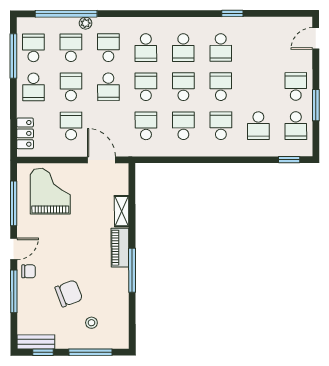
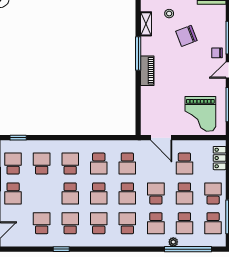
school desk: (258, 47) -> (42, 223), added
school desk: (221, 126) -> (70, 164), turned 180
shelving: (122, 211) -> (146, 24), moved

